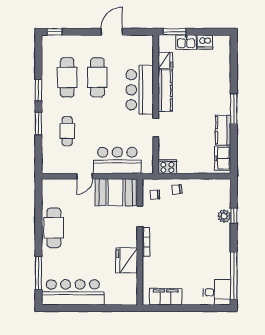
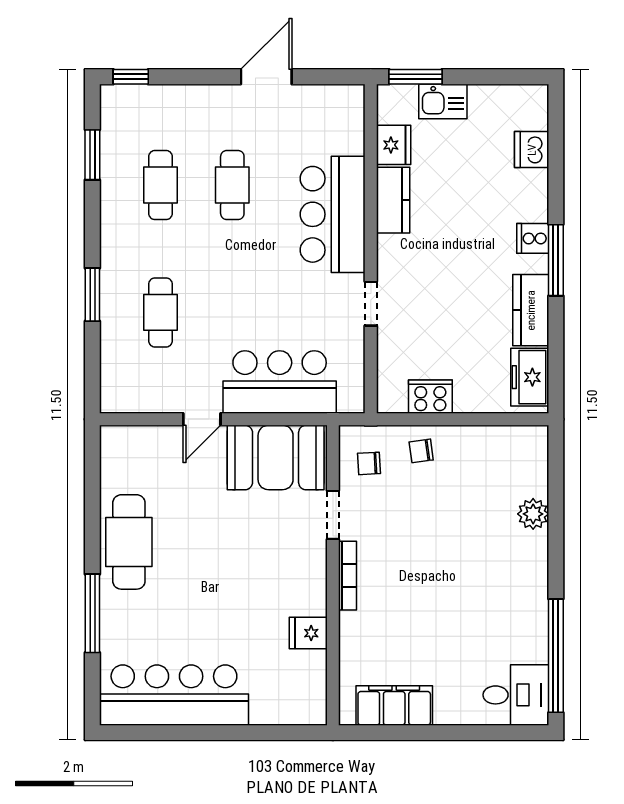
dishwasher: (205, 42) -> (532, 150), moved, turned 90
cafe table: (67, 77) -> (160, 185), width x0.73, depth x0.74
cafe table: (97, 77) -> (232, 185), width x0.73, depth x0.74
window: (38, 90) -> (92, 155), moved
kitchen counter: (165, 91) -> (393, 200), width x0.67
cooker: (224, 100) -> (533, 238), added
cooker: (167, 167) -> (430, 397), moved
window: (234, 216) -> (556, 513), removed
fridge: (127, 260) -> (308, 633), width x0.53, depth x0.75
window: (38, 273) -> (92, 613), moved

